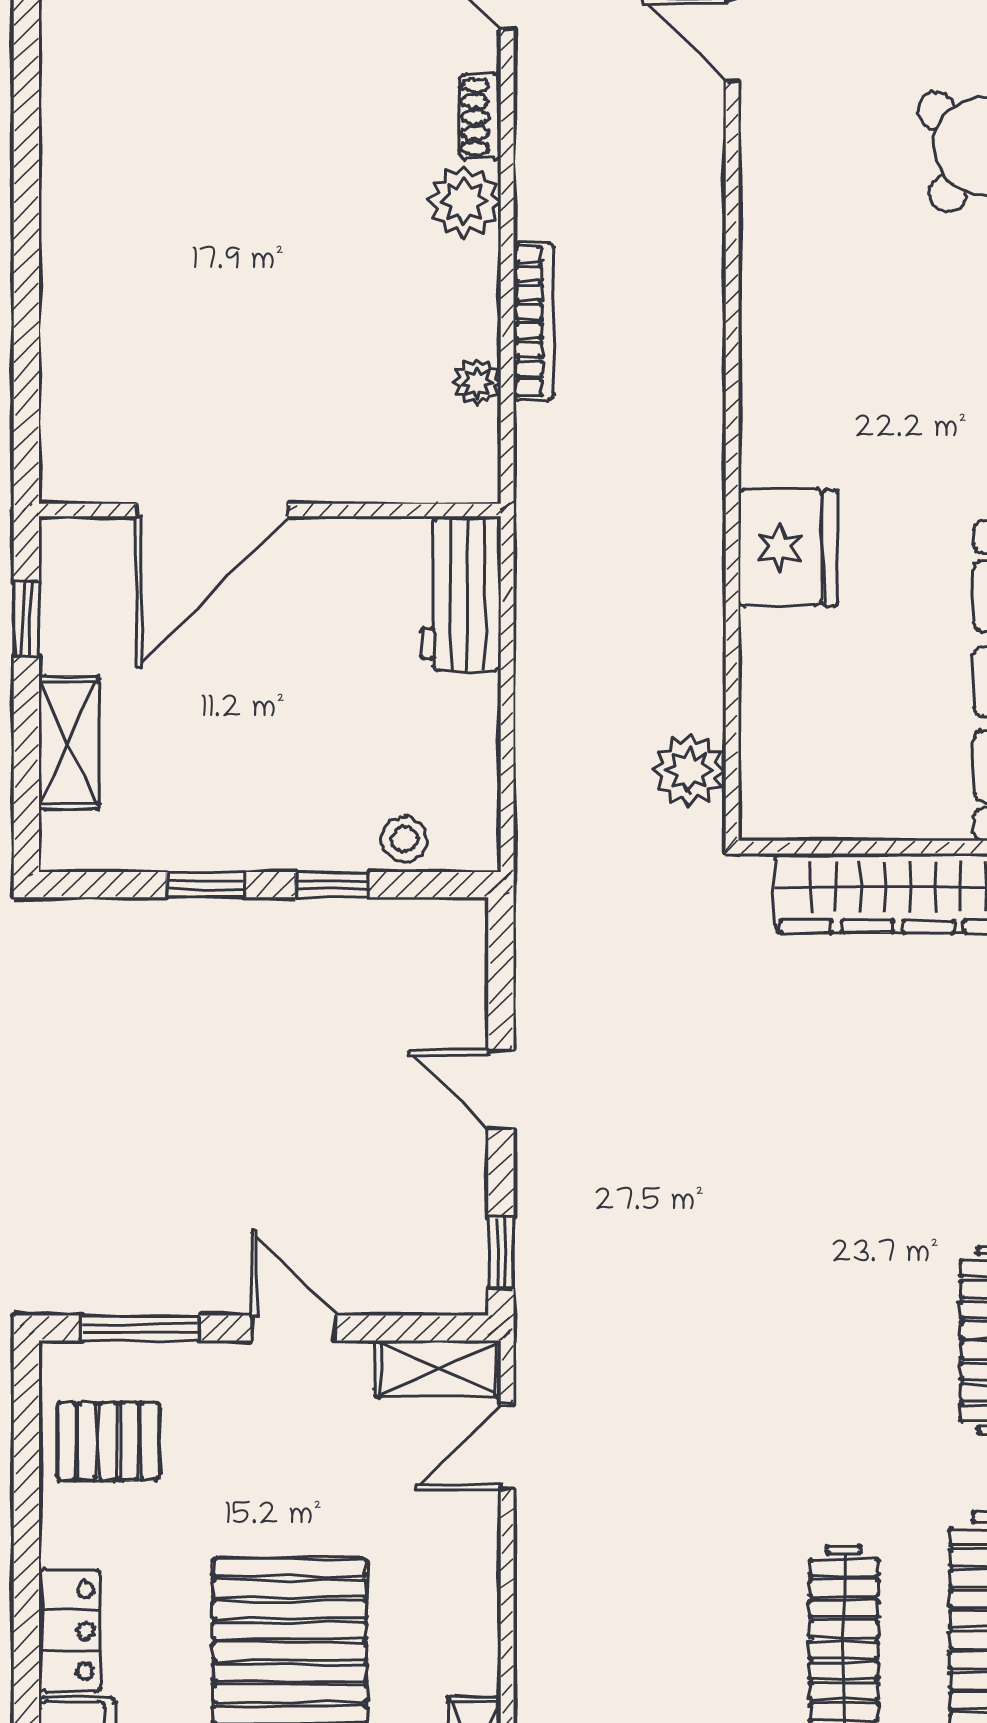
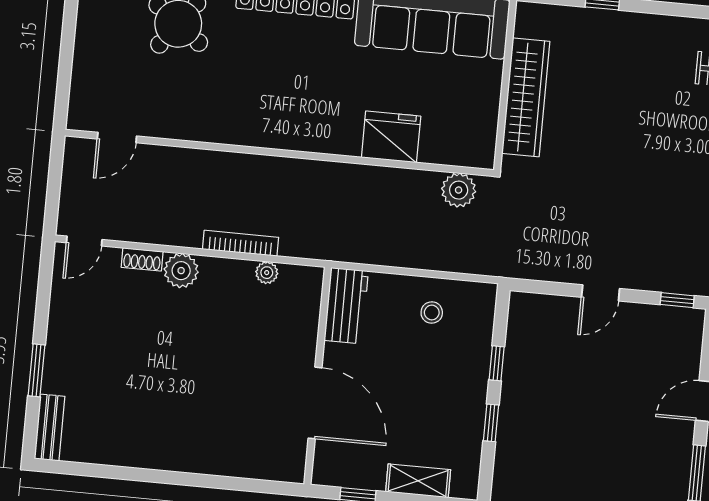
fridge: (788, 547) -> (391, 137), moved
workbench: (461, 594) -> (346, 306), moved, turned -90
stool: (404, 839) -> (432, 312), moved

